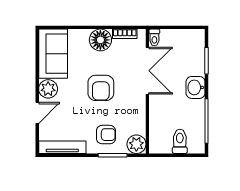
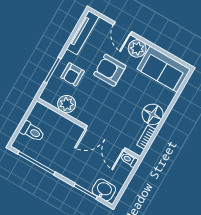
washbasin: (196, 87) -> (104, 190), moved
armchair: (101, 88) -> (110, 70), moved
plant: (136, 144) -> (67, 104), moved

